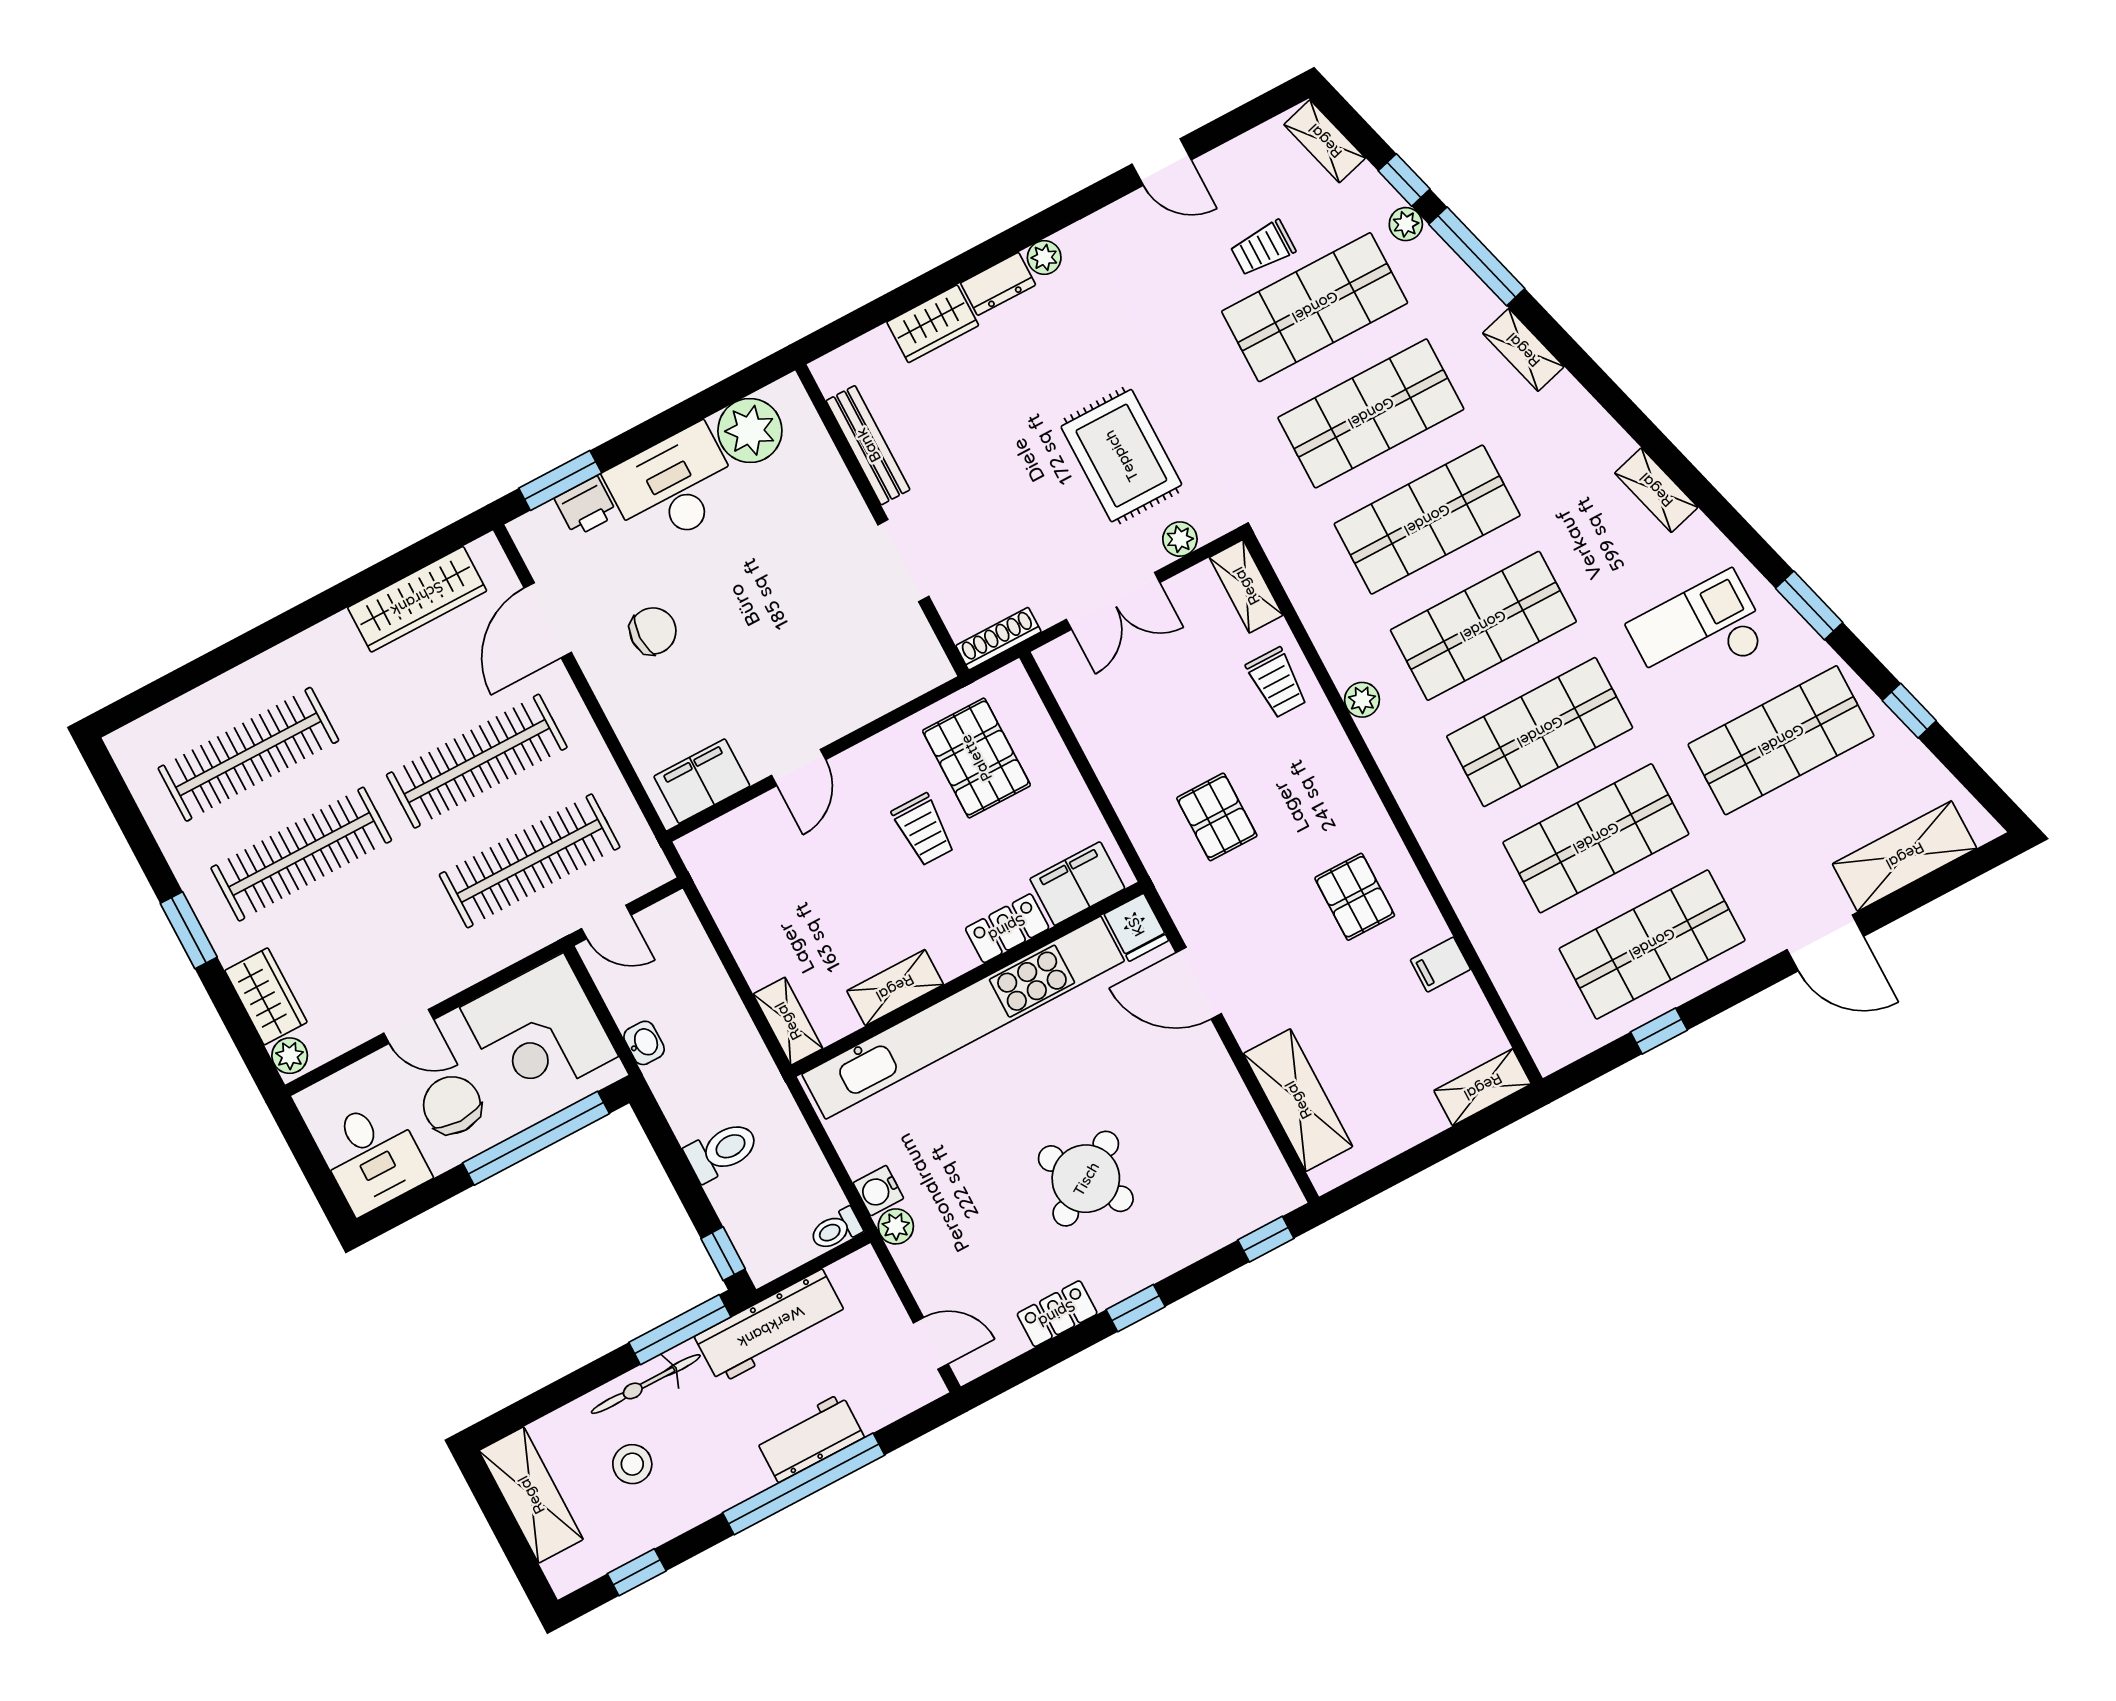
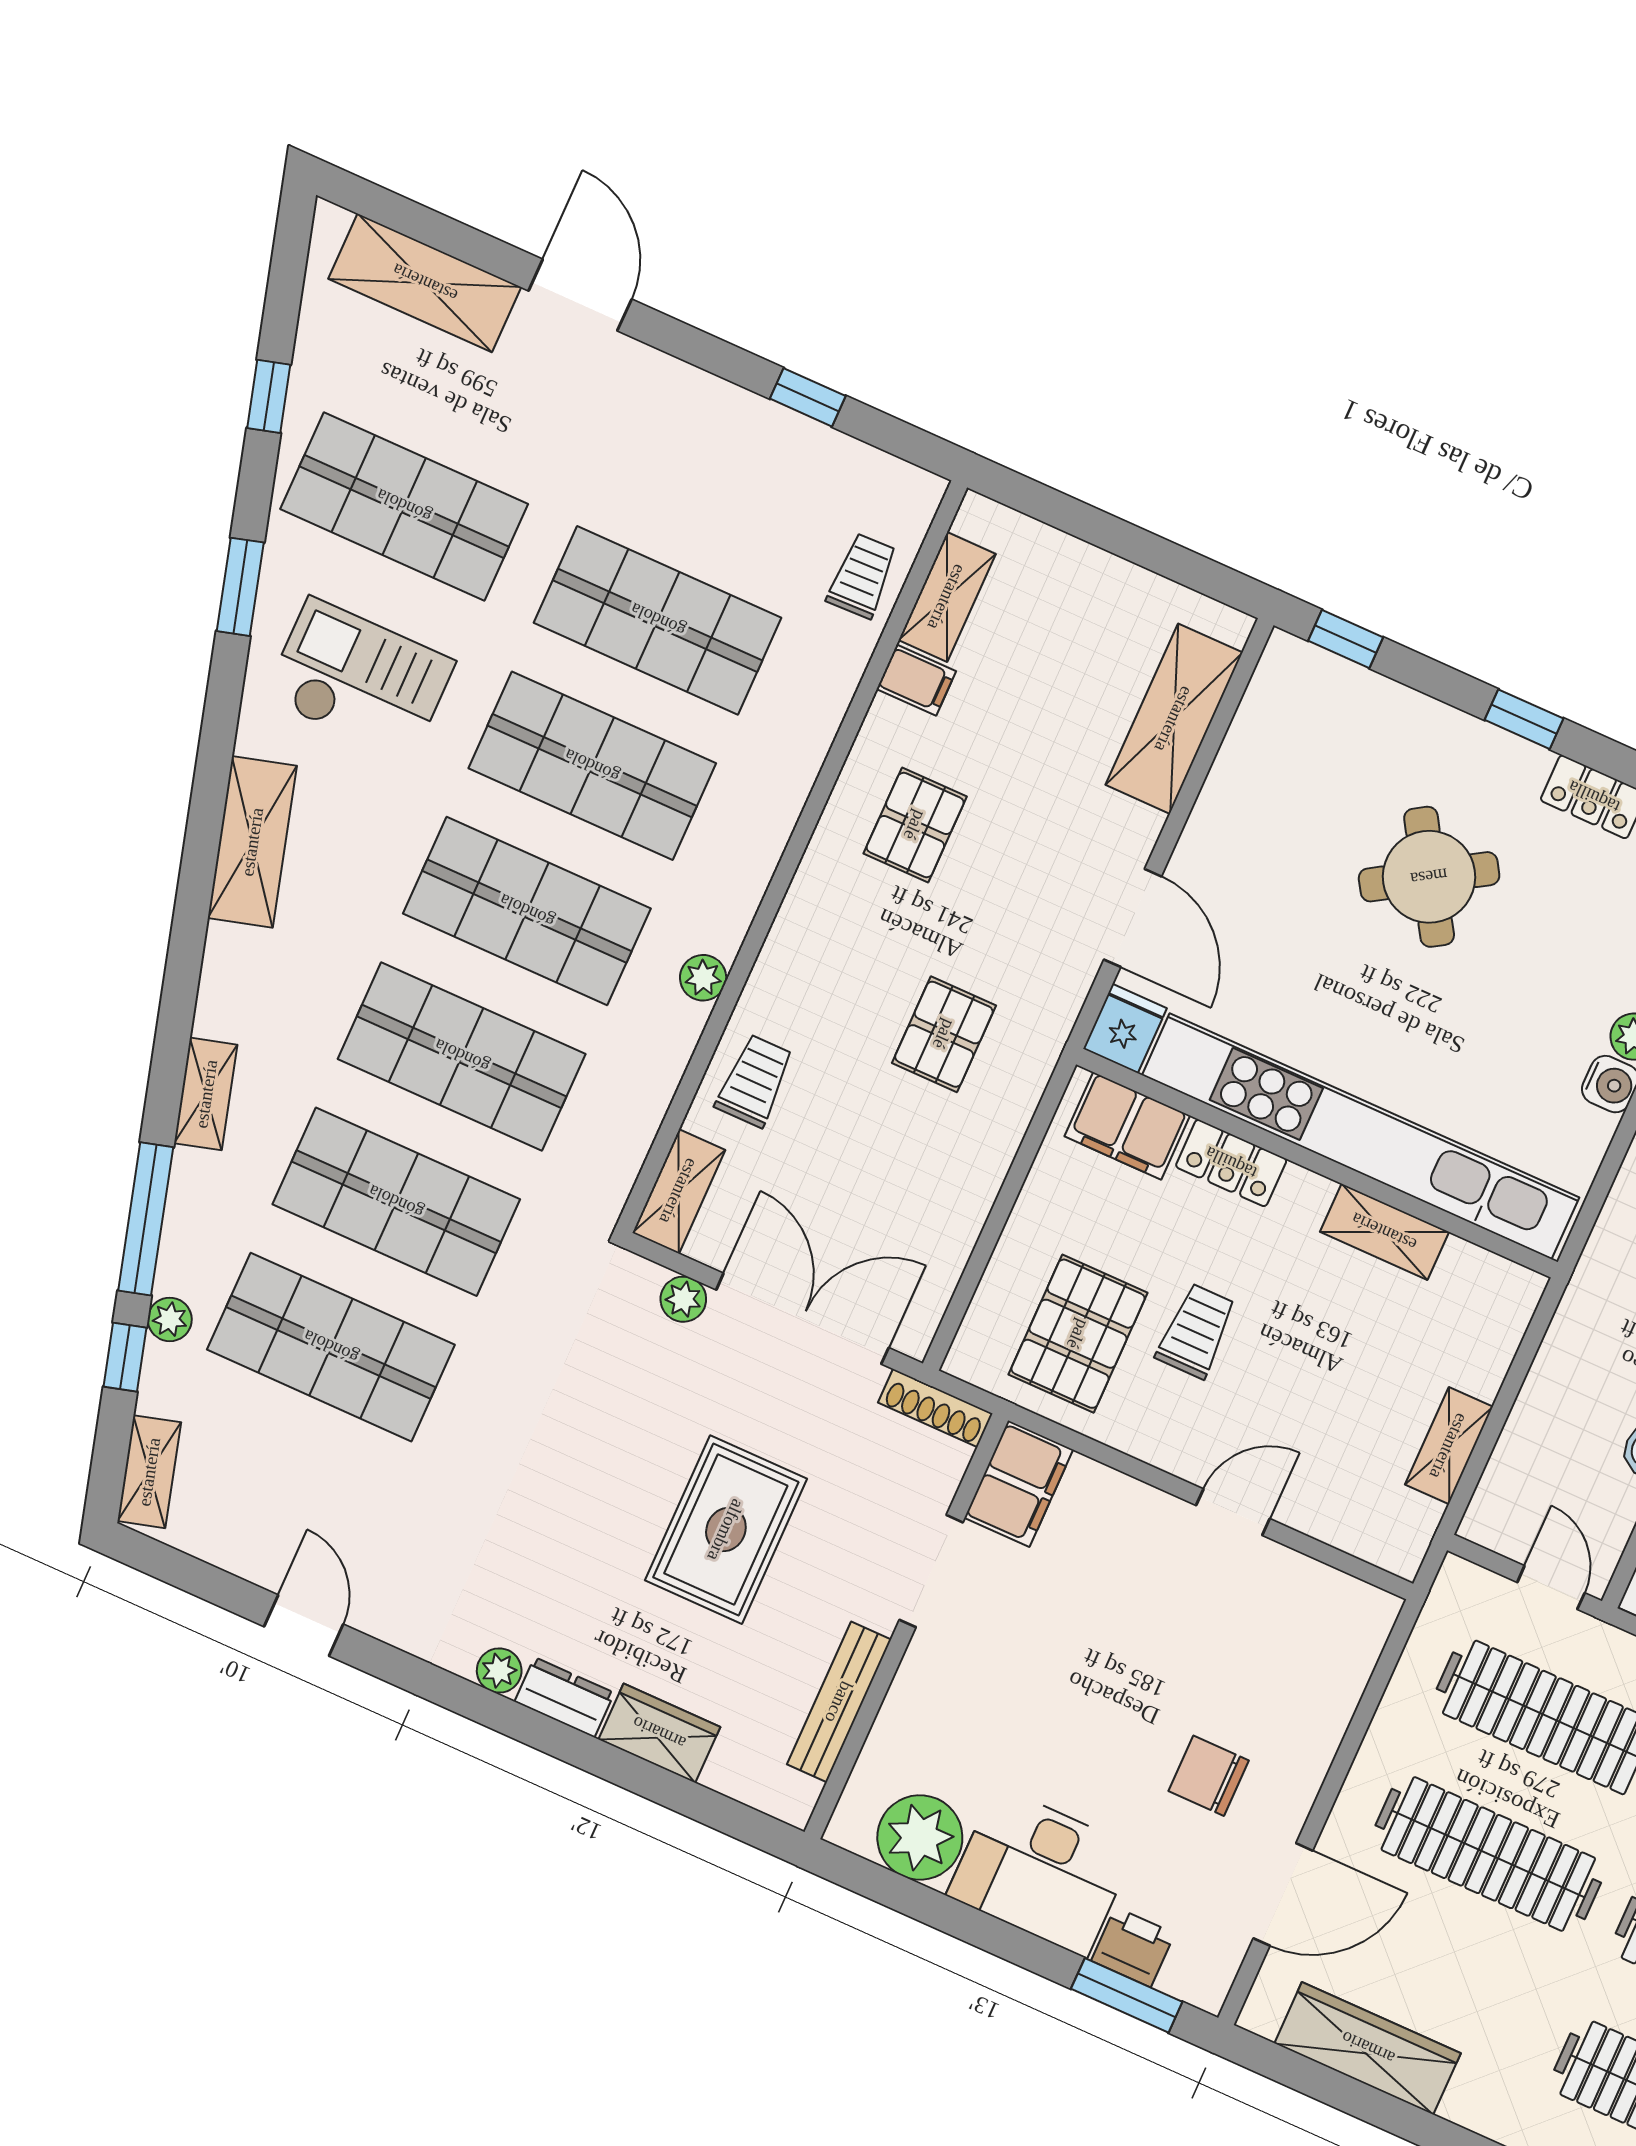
trolley: (1263, 248) -> (862, 576), moved, turned -92
rug: (1121, 456) -> (726, 1530), moved
shelving: (1656, 490) -> (252, 842), width x1.50, depth x1.33
double door: (1113, 601) -> (802, 1319), width x1.37
checkout: (1699, 633) -> (359, 680), turned 180
filing cabinet: (702, 781) -> (1019, 1484), moved, turned -90
shop shelf: (1652, 944) -> (723, 475), removed
shelving: (788, 1021) -> (1449, 1446), moved
shelving: (1483, 1087) -> (947, 597), moved, turned 90

